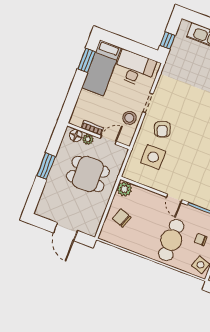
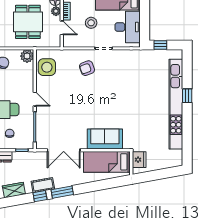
stool: (129, 118) -> (91, 23), moved
side table: (153, 157) -> (47, 67), moved
door: (174, 198) -> (35, 99), swing flipped

